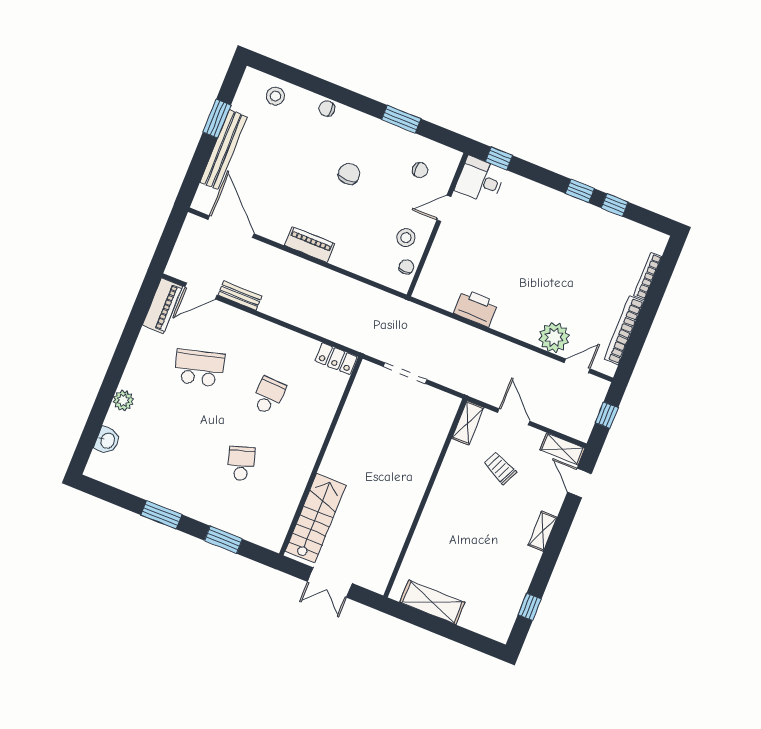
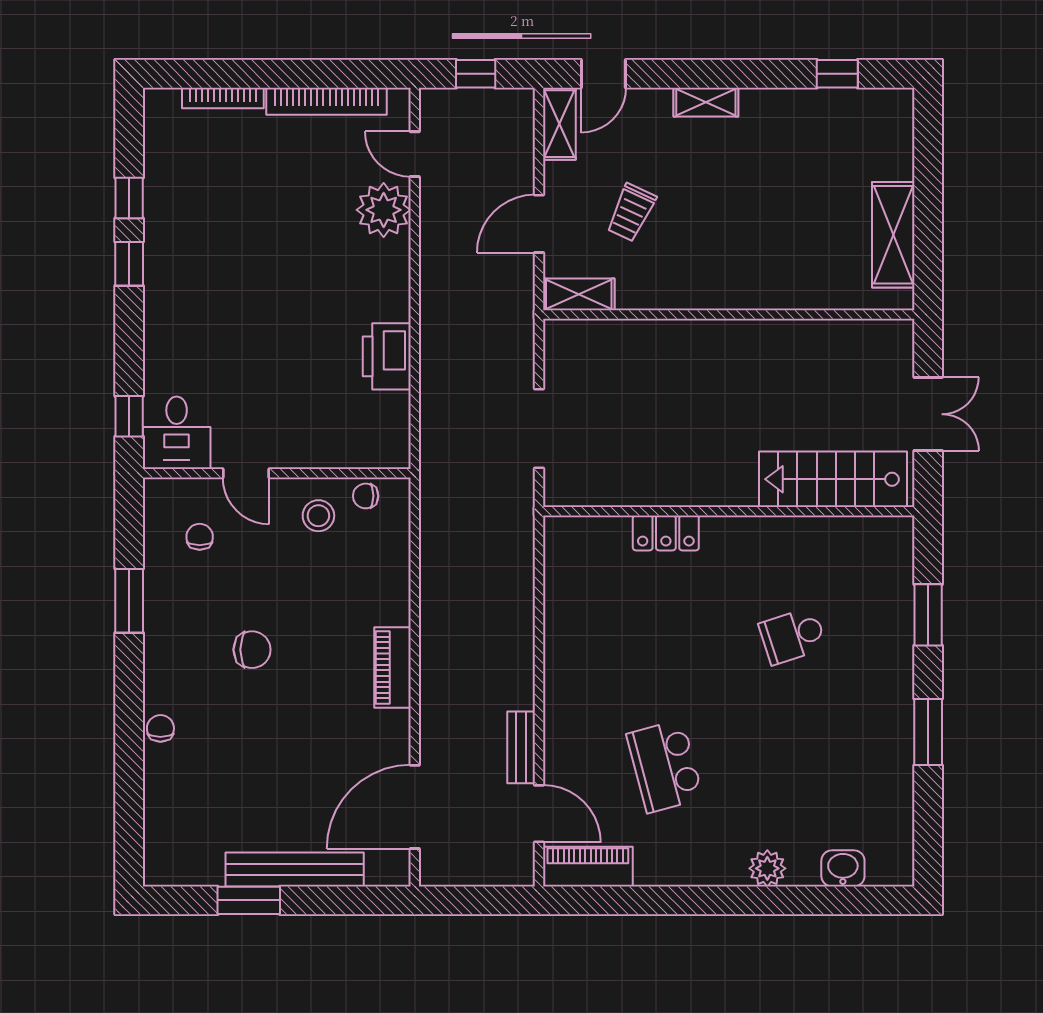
stool: (275, 96) -> (174, 820), removed
chair: (327, 109) -> (160, 728), turned 180
chair: (349, 174) -> (252, 650), turned 180
locker: (336, 359) -> (666, 533), moved, turned 90
school desk: (268, 396) -> (665, 636), removed

